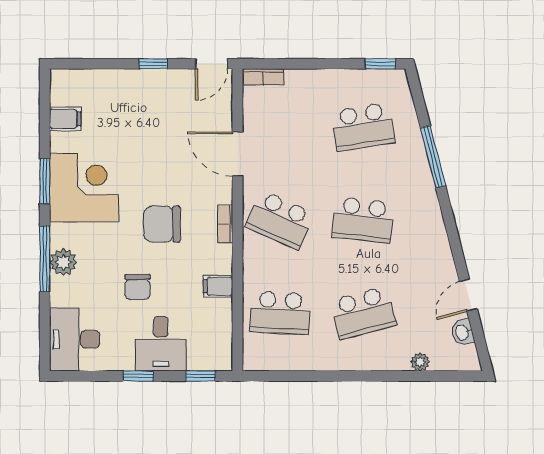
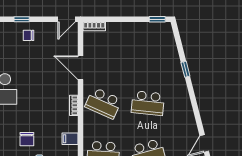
window: (153, 64) -> (22, 19), moved
school desk: (363, 127) -> (148, 53), removed
window: (433, 157) -> (185, 69), width x0.46
chair: (162, 224) -> (28, 35), moved, width x0.54, depth x0.54

